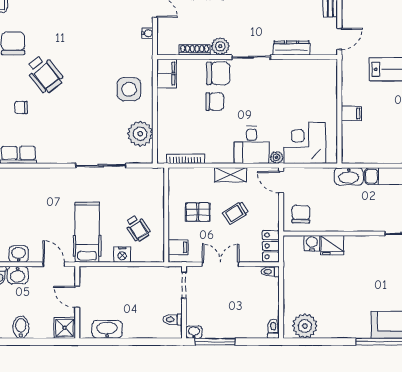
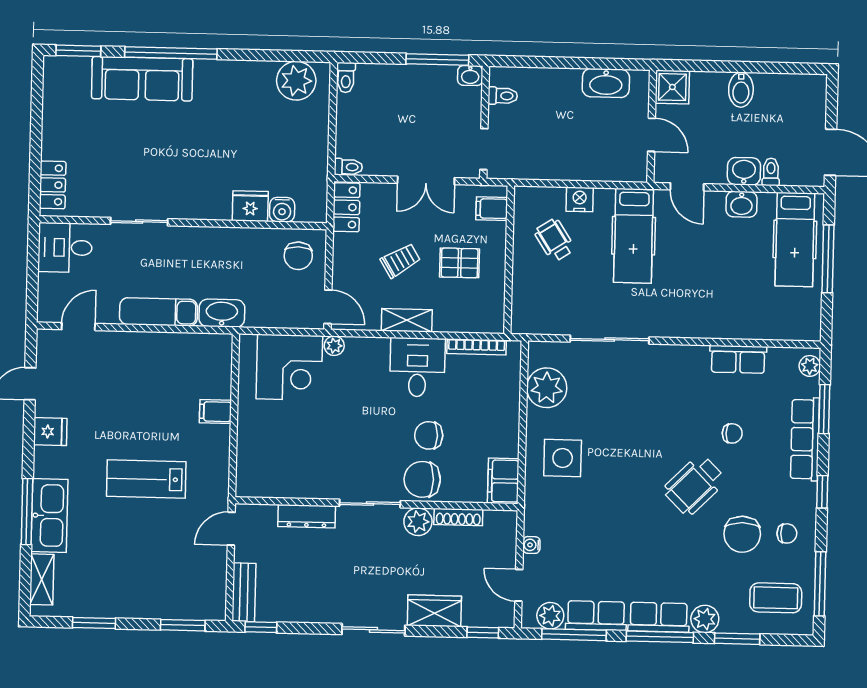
wheelchair: (44, 74) -> (694, 485), turned -97
desk: (252, 145) -> (417, 367), moved

